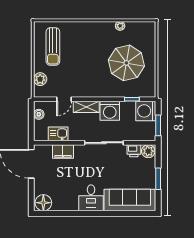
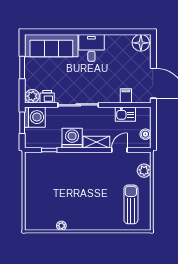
parasol: (126, 63) -> (55, 187), removed
washing machine: (146, 111) -> (35, 117), moved
filing cabinet: (63, 151) -> (126, 96), width x0.50

